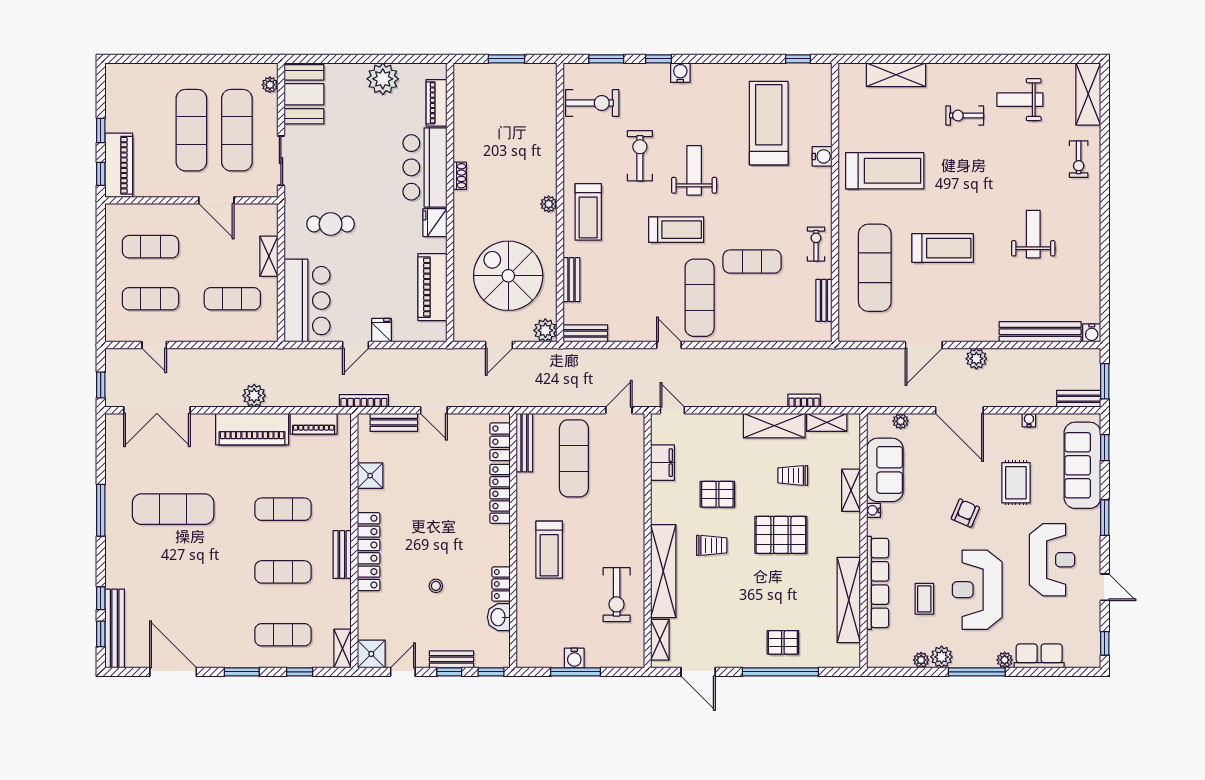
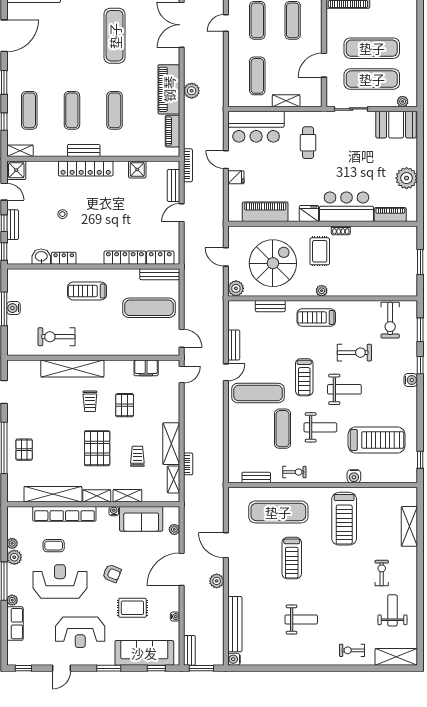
weight bench: (750, 206) -> (320, 427), added
rug: (491, 207) -> (320, 251), added
bench: (585, 333) -> (234, 345), moved
shelving: (660, 640) -> (97, 496), moved

